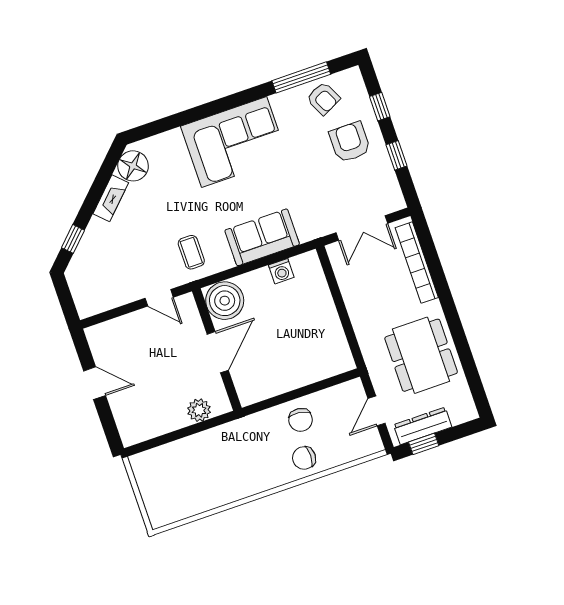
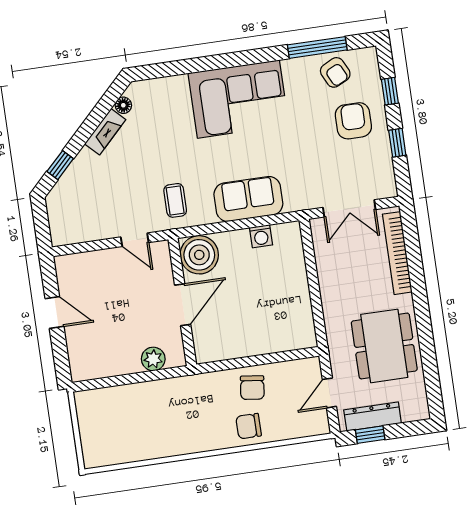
floor lamp: (133, 166) -> (123, 105), width x0.53, depth x0.53

